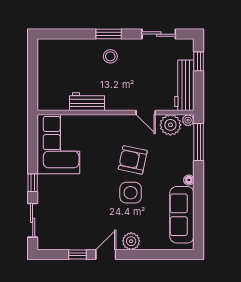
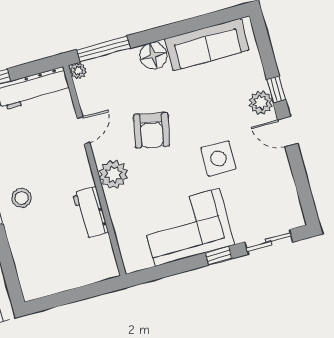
plant: (170, 125) -> (113, 174), moved
corner sofa: (58, 144) -> (187, 227), moved
floor lamp: (189, 180) -> (153, 56), width x1.89, depth x1.89
side table: (131, 193) -> (218, 158), moved
window: (78, 254) -> (276, 89), moved

